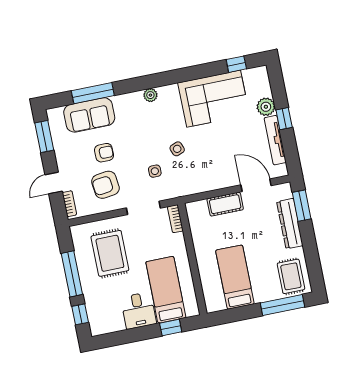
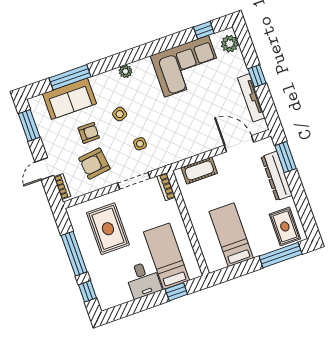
plant: (266, 107) -> (230, 44), moved
side table: (177, 149) -> (120, 114), moved
cot: (225, 204) -> (199, 170), moved

